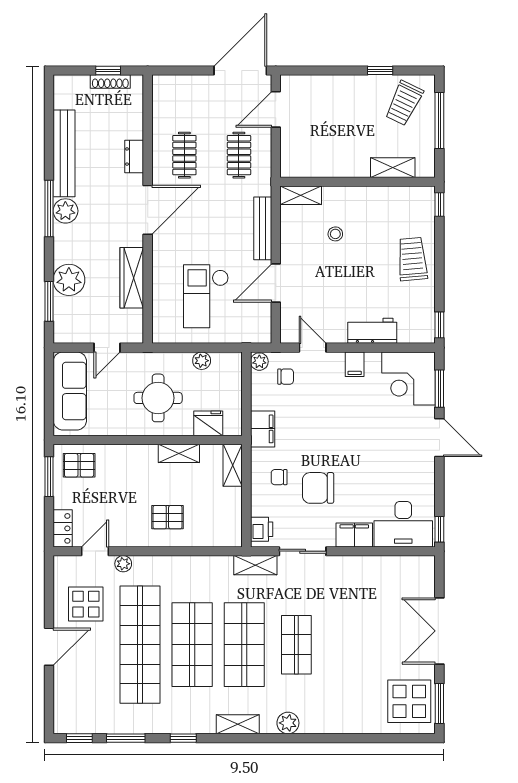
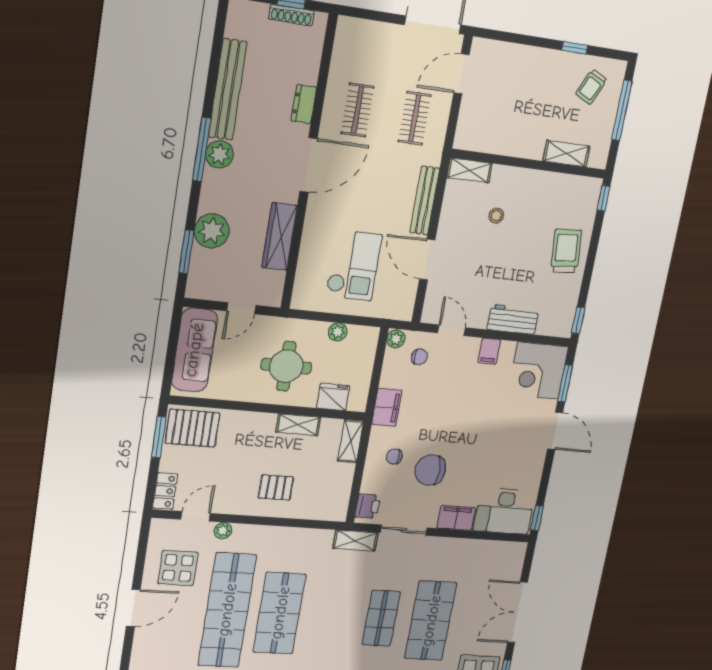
trolley: (404, 103) -> (591, 87), width x0.73, depth x0.72
door: (276, 283) -> (427, 260), hinge flipped
checkout: (206, 296) -> (354, 265), turned 180
pallet: (79, 465) -> (192, 428), width x1.50, depth x1.42
shop shelf: (244, 645) -> (431, 621), moved

